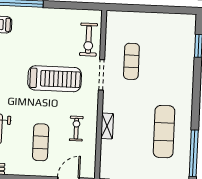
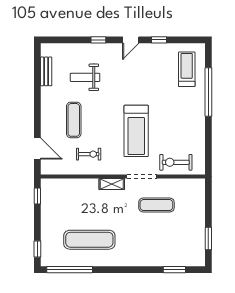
window: (168, 10) -> (208, 238), added
shelving: (107, 126) -> (112, 184), moved
exercise mat: (41, 142) -> (74, 120), turned 90

